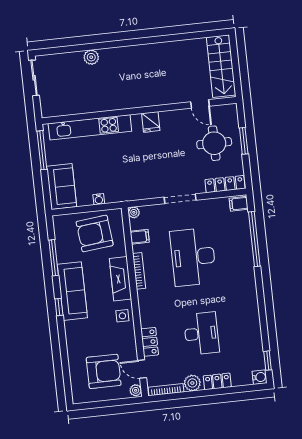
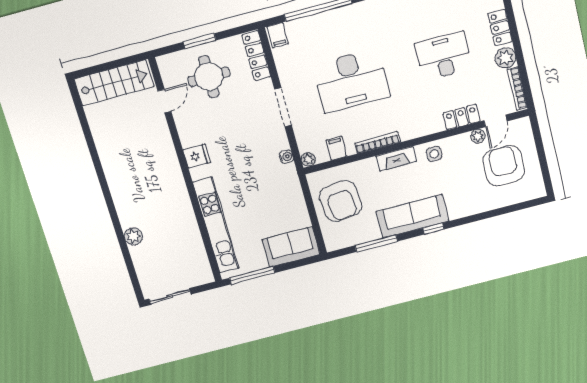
water cooler: (99, 199) -> (286, 157), moved
fireplace: (120, 279) -> (396, 159), width x0.73, depth x0.76
plant: (136, 390) -> (478, 136), moved

